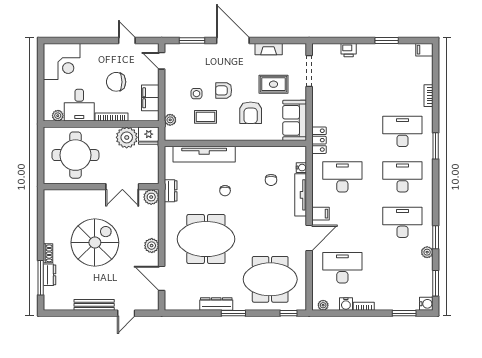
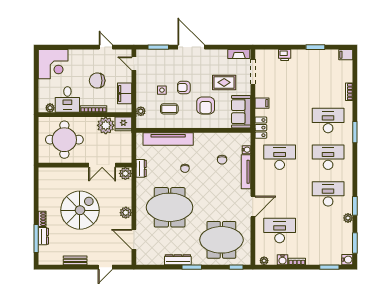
fireplace: (269, 49) -> (239, 54), moved
filing cabinet: (320, 214) -> (262, 103), moved
bench: (94, 305) -> (75, 260), width x0.73

